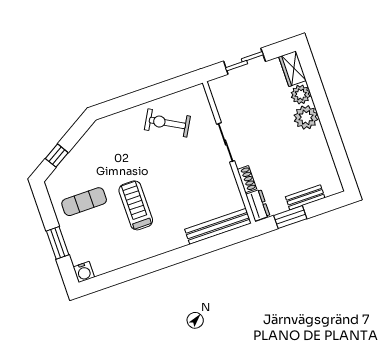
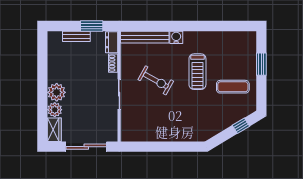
sliding door: (244, 61) -> (86, 147), width x1.37
exercise bike: (167, 123) -> (156, 80), moved
water cooler: (84, 272) -> (176, 37), moved

